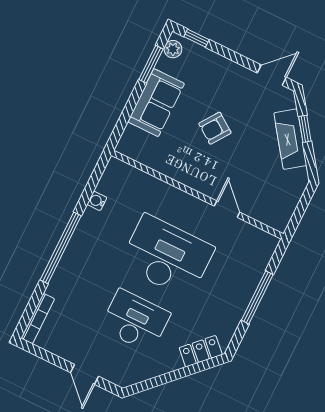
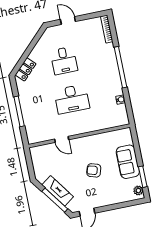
window: (196, 38) -> (132, 203), removed
armchair: (215, 128) -> (94, 170), turned -108
window: (305, 129) -> (55, 200), width x2.17
desk: (167, 256) -> (72, 99), width x0.73, depth x0.77
desk: (135, 321) -> (64, 61), width x0.73

